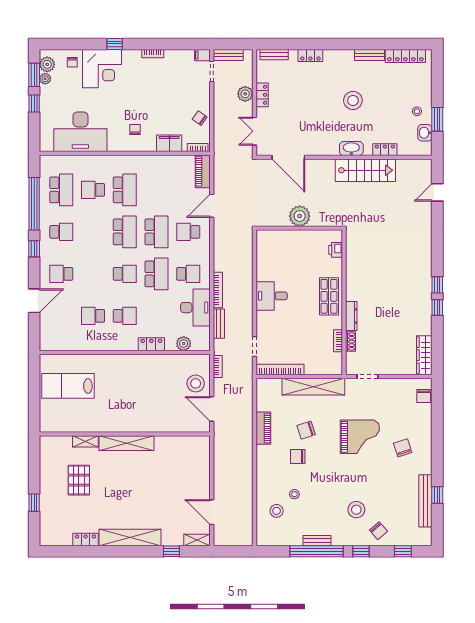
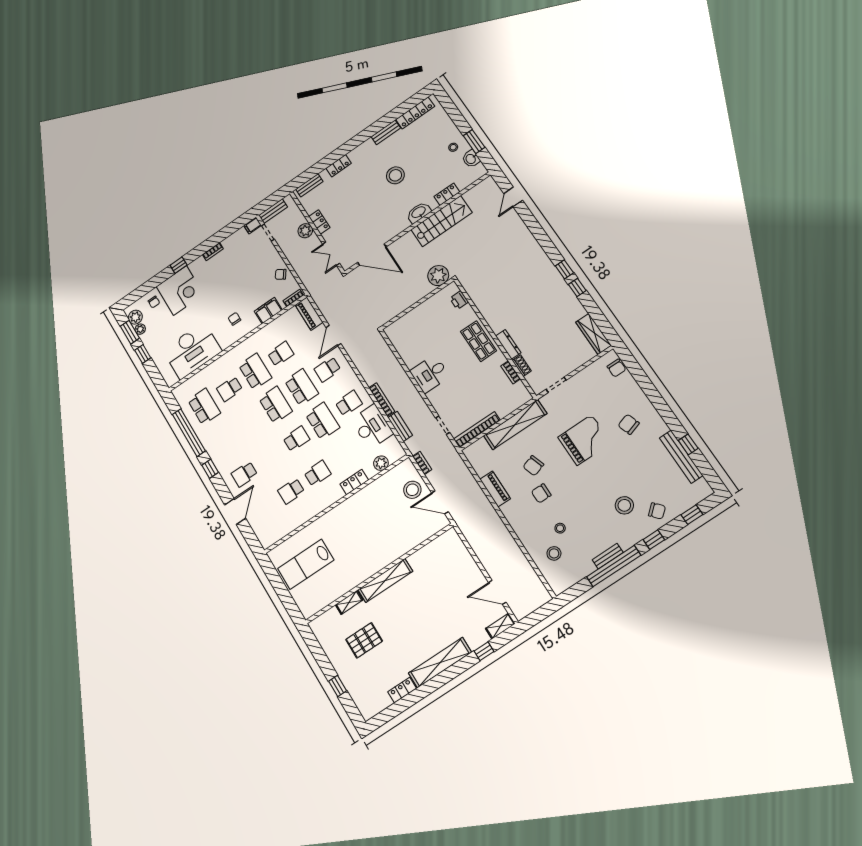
plant: (300, 216) -> (438, 275), moved
school desk: (61, 232) -> (281, 354), moved
pallet: (79, 480) -> (364, 640), turned 90

